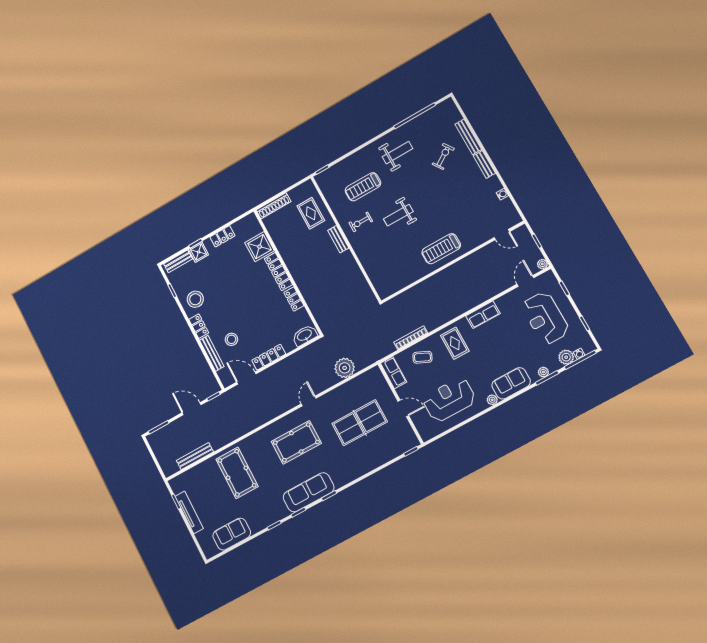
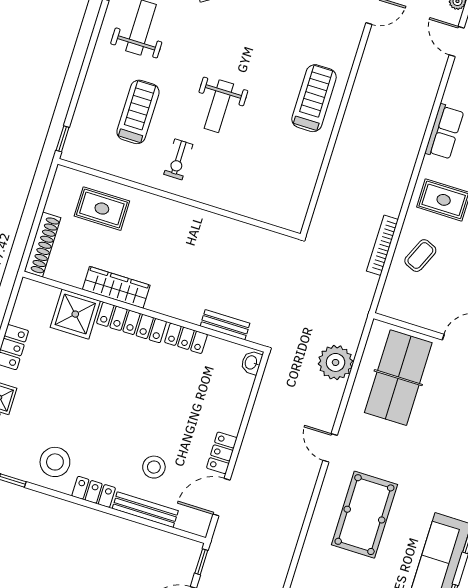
treadmill: (363, 187) -> (138, 112), turned 180
bench: (338, 239) -> (225, 325), moved
treadmill: (441, 249) -> (314, 98), turned 180
wardrobe: (286, 251) -> (116, 287), added
washbasin: (305, 335) -> (251, 363), width x0.52, depth x0.69
locker: (269, 357) -> (222, 453), width x0.66
row of seats: (394, 373) -> (403, 309), removed
table tennis table: (360, 423) -> (398, 378), moved

